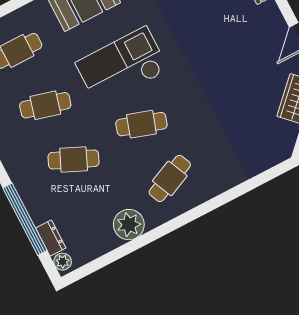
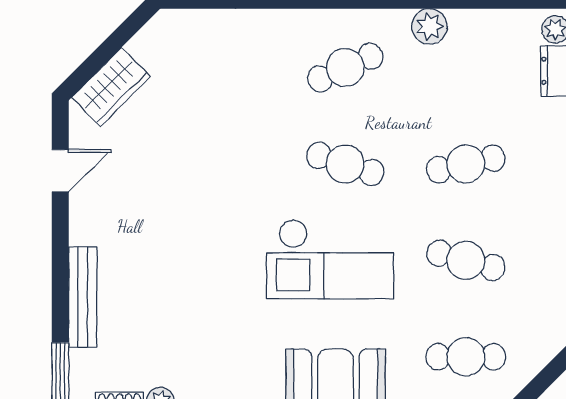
cafe table: (74, 160) -> (466, 164), turned -36
plant: (129, 225) -> (430, 26), width x0.73, depth x0.73

